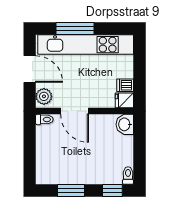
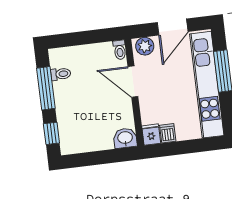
door: (75, 111) -> (133, 82), hinge flipped
toilet: (128, 175) -> (61, 74), moved
window: (71, 190) -> (46, 88), width x1.44

